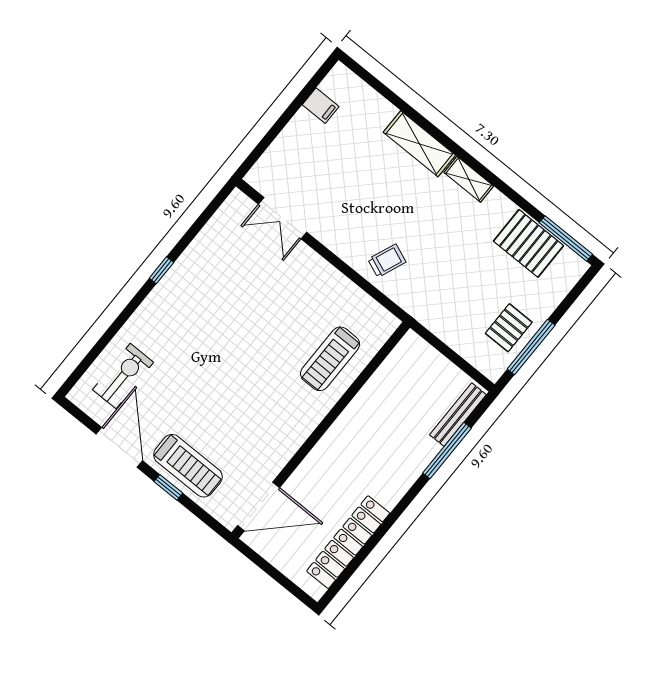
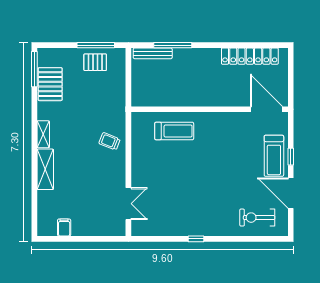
door: (119, 447) -> (291, 193), hinge flipped
treadmill: (188, 466) -> (274, 156), turned 180

